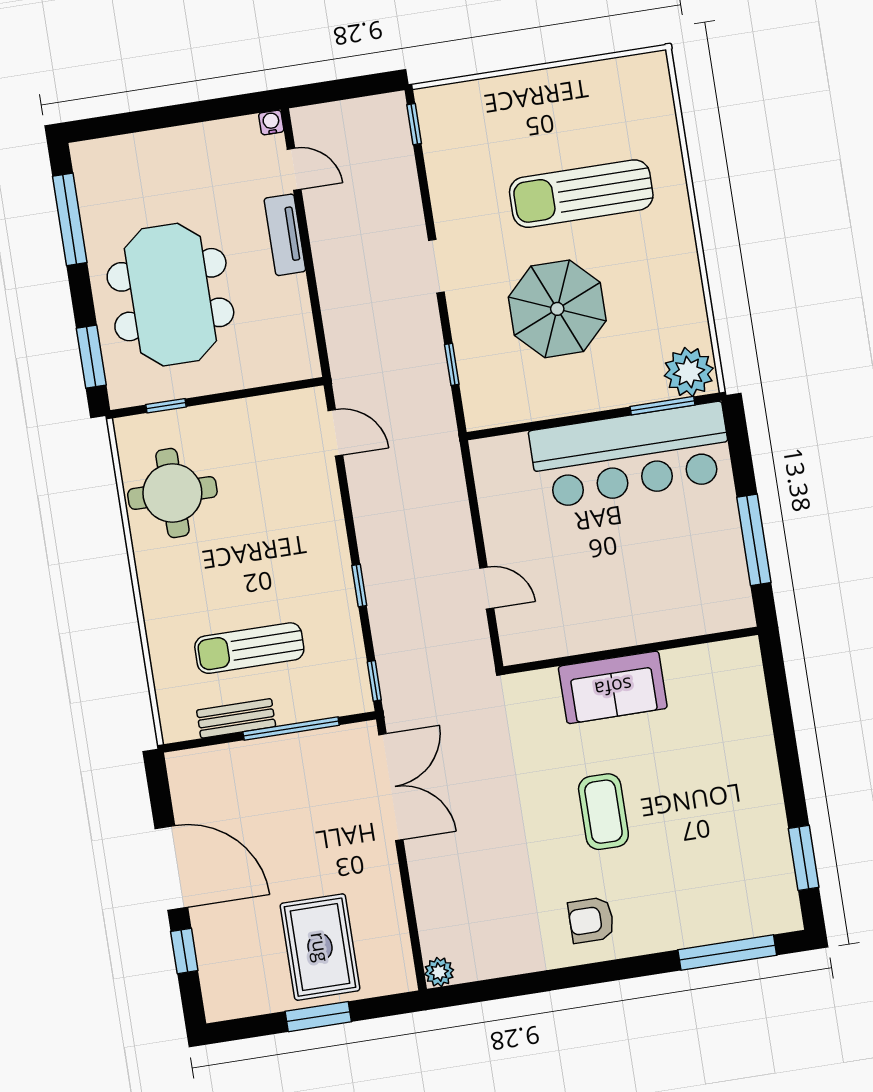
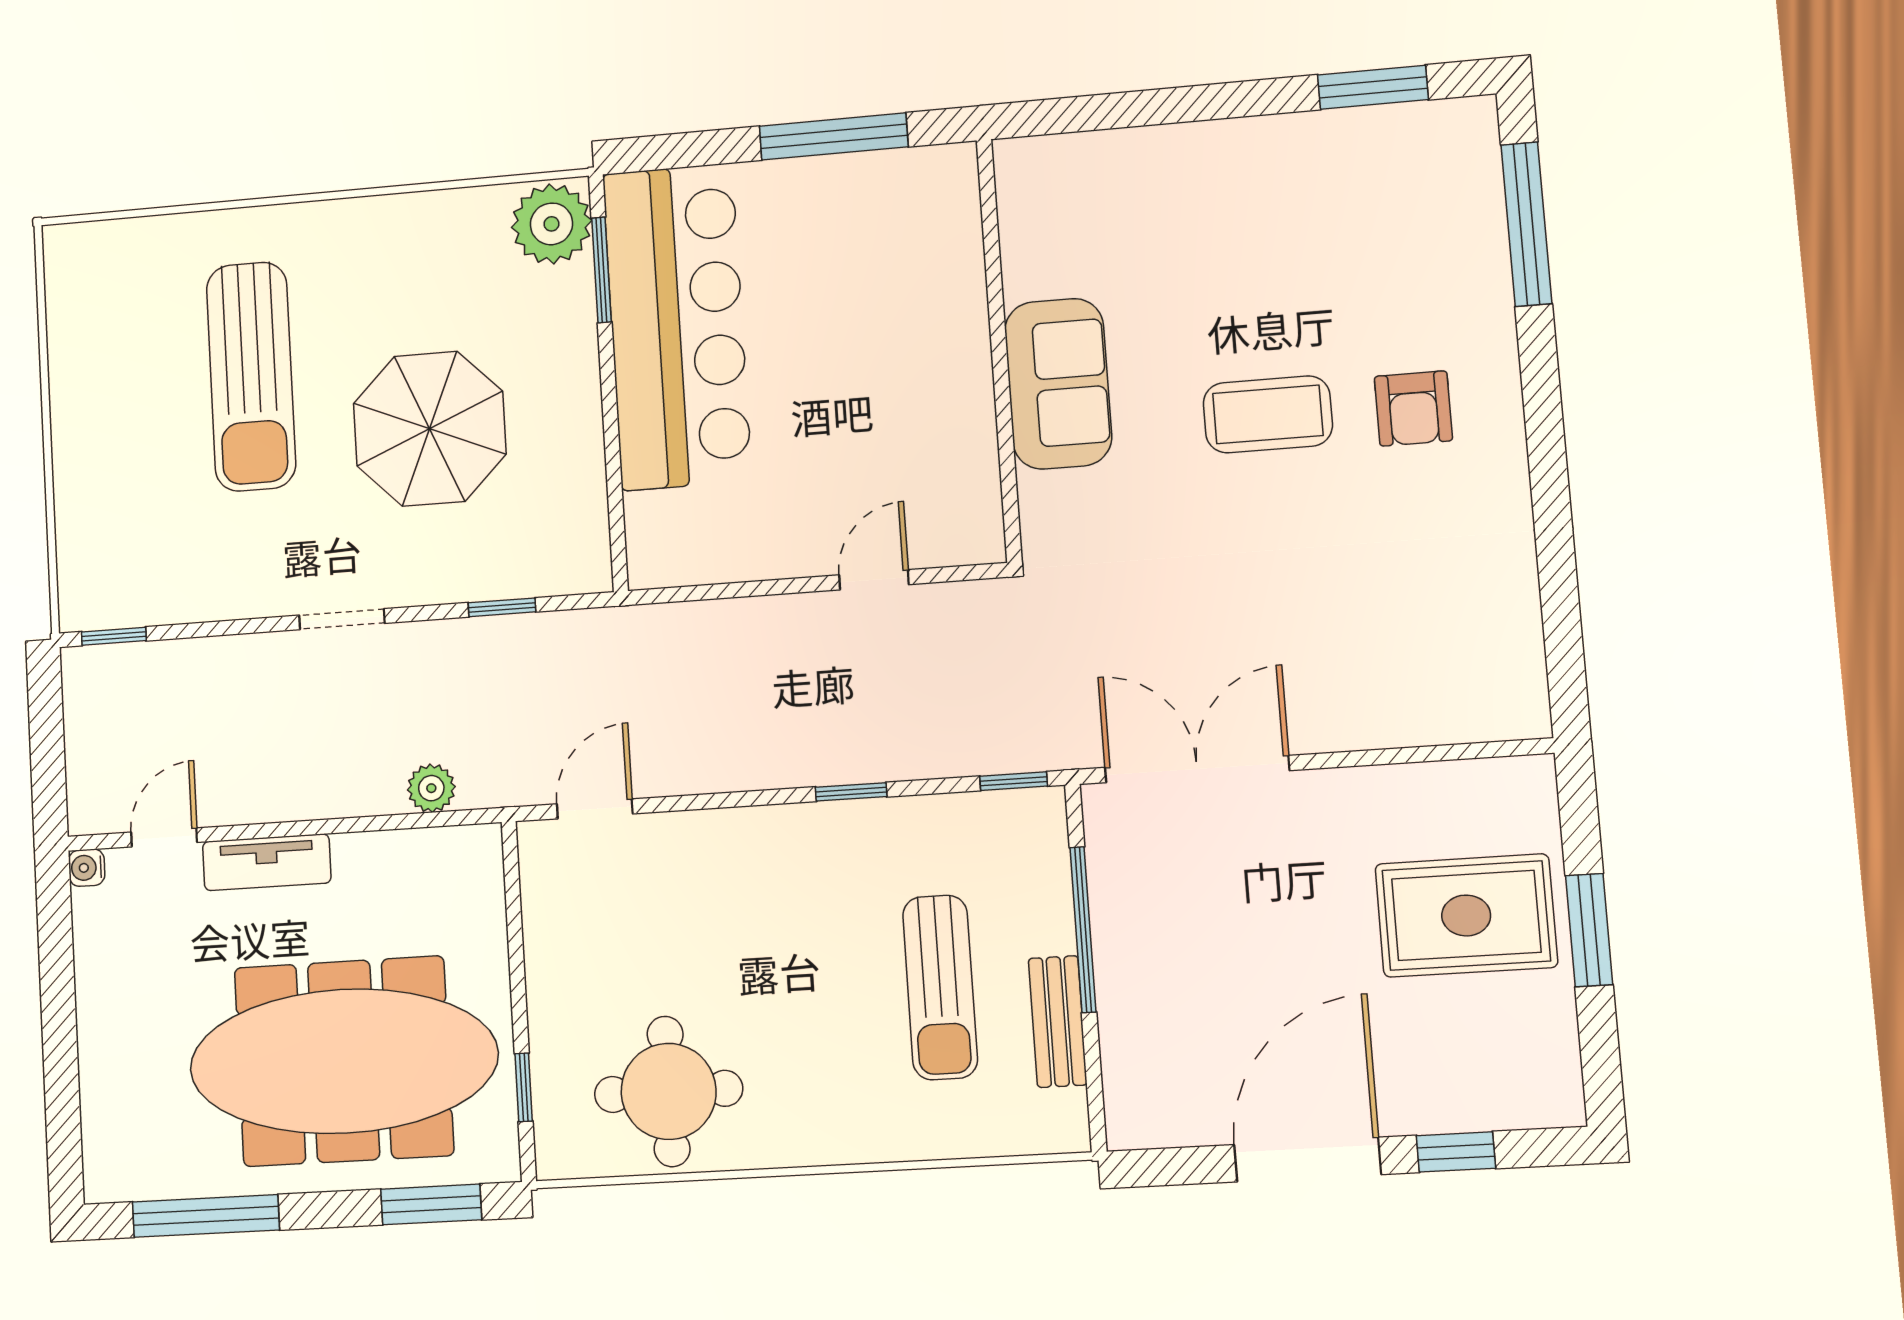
meeting table: (170, 295) -> (344, 1061), width x1.36
armchair: (591, 920) -> (1413, 409), moved
plant: (439, 972) -> (431, 788), moved

